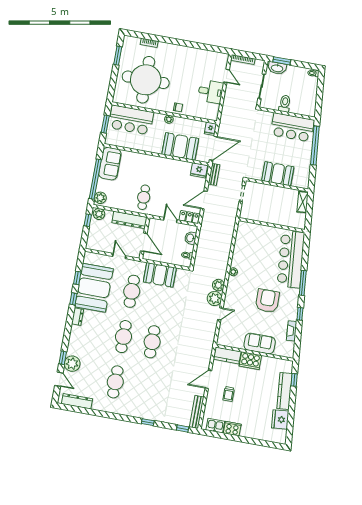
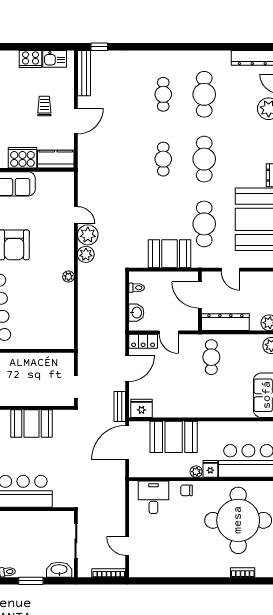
window: (282, 61) -> (31, 581), moved
desk: (211, 92) -> (153, 497), moved, turned 90
toilet: (285, 104) -> (40, 522), removed
fridge: (210, 129) -> (210, 469), moved
door: (220, 314) -> (76, 215), swing flipped
cafe table: (152, 342) -> (163, 159), width x0.73, depth x0.74
cafe table: (144, 387) -> (163, 94), added
window: (148, 422) -> (149, 47), removed

